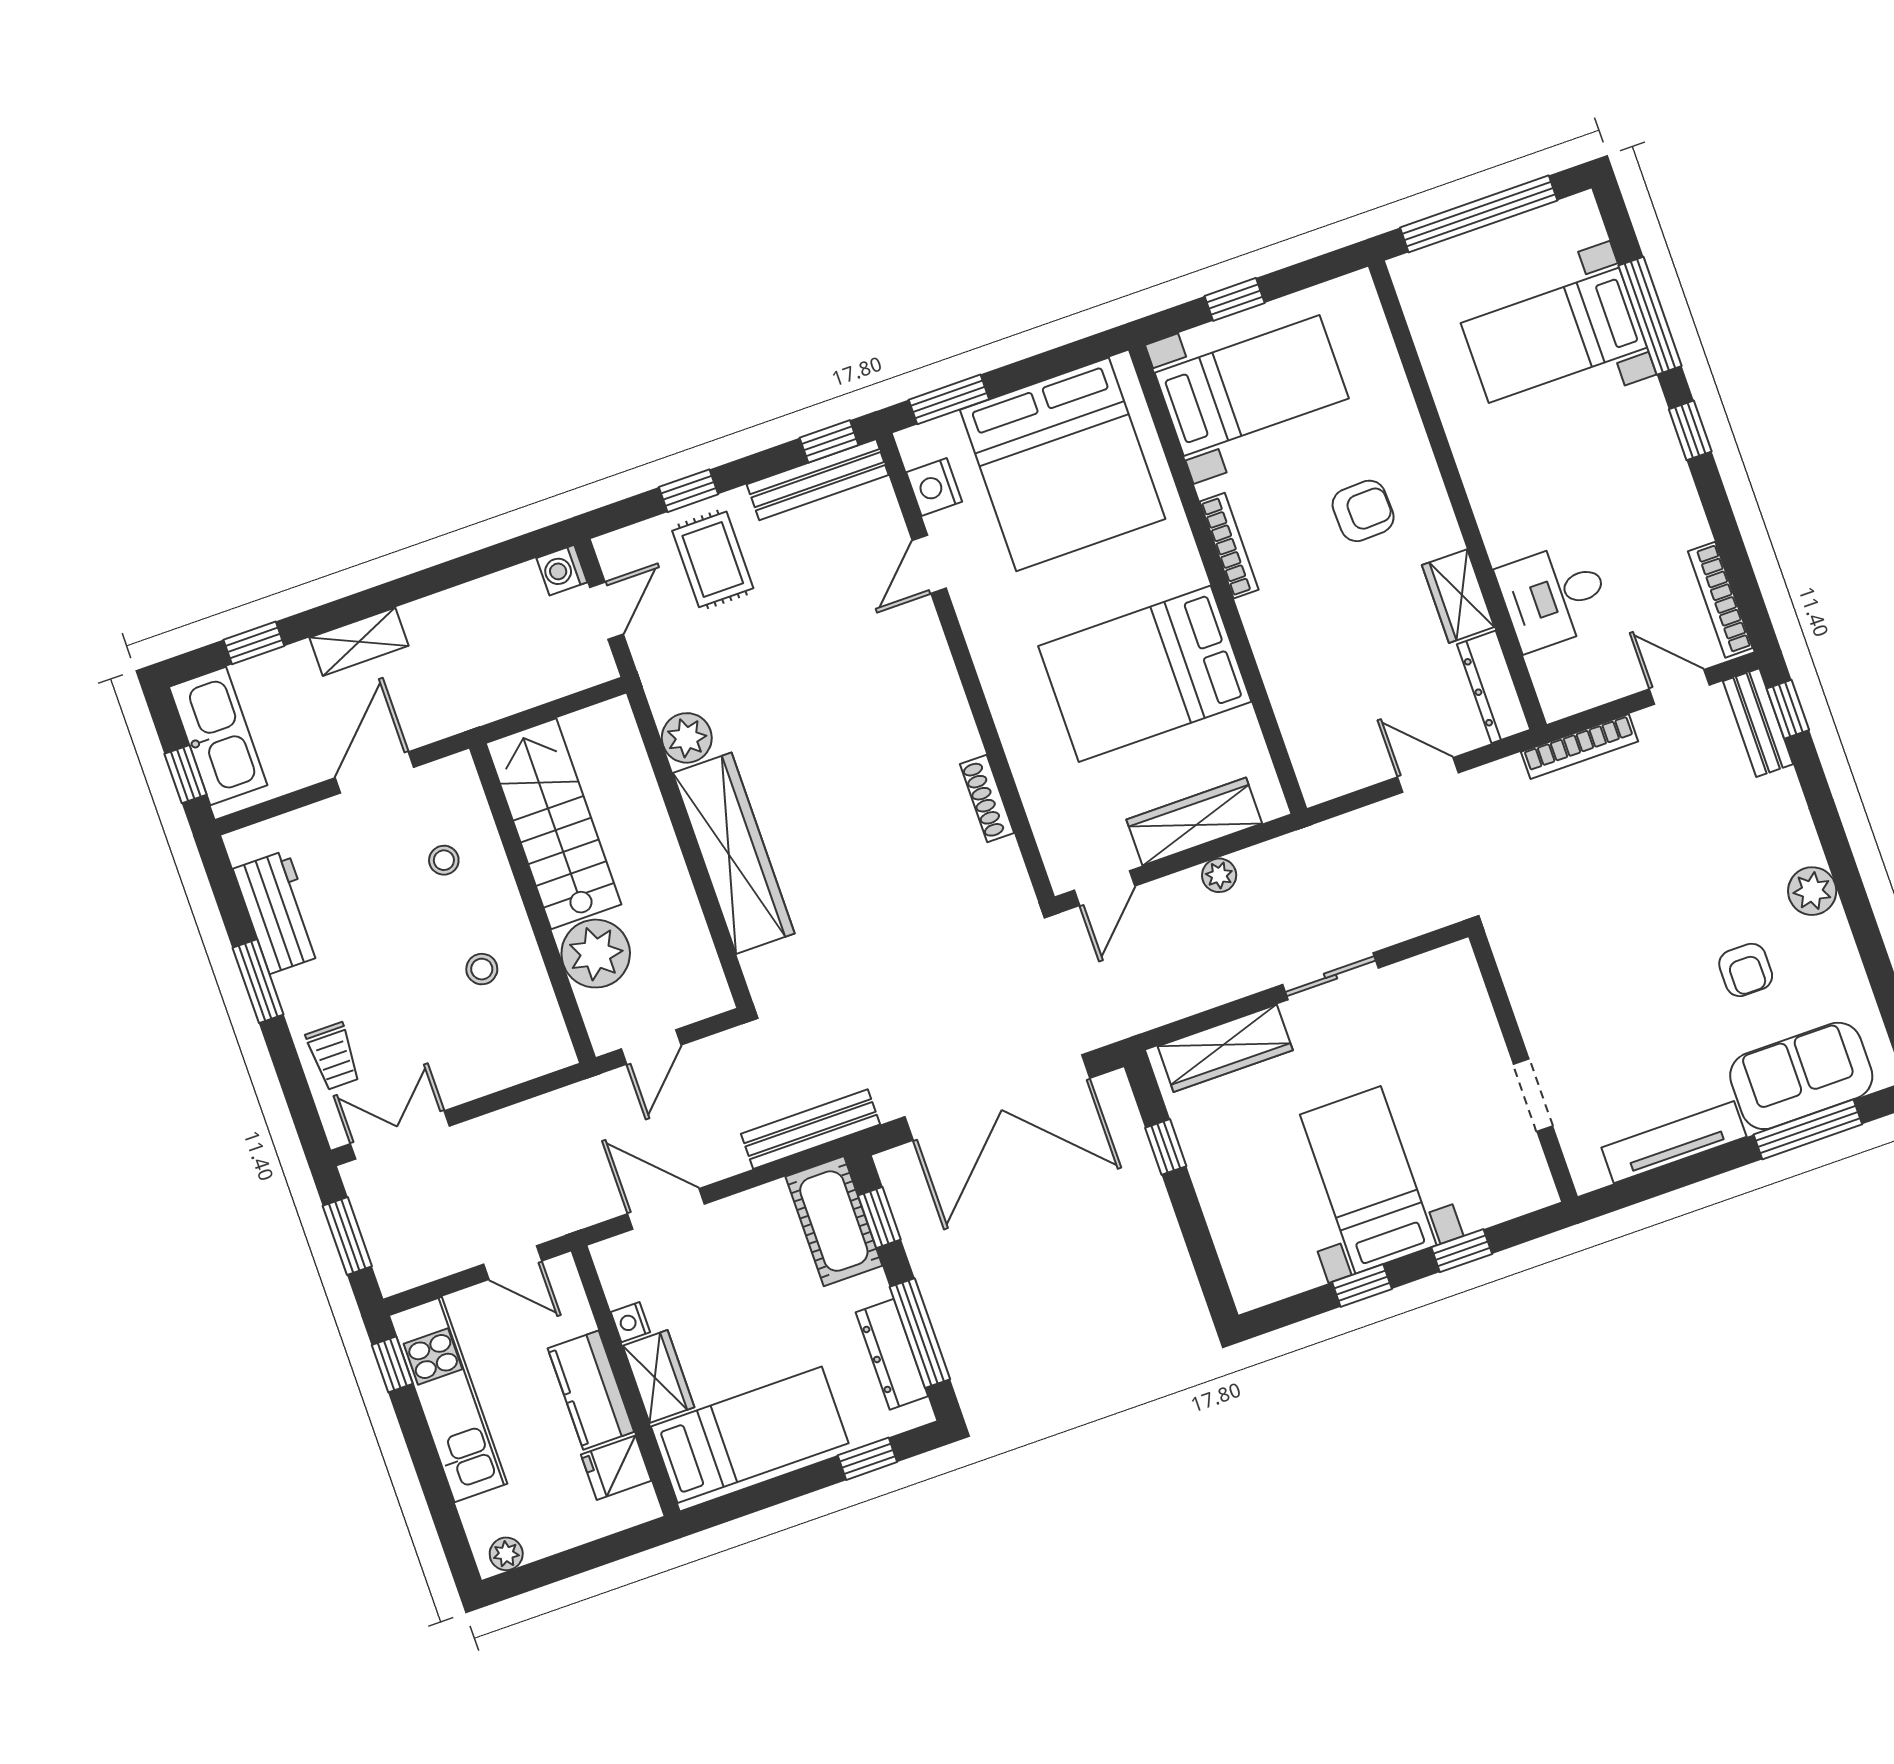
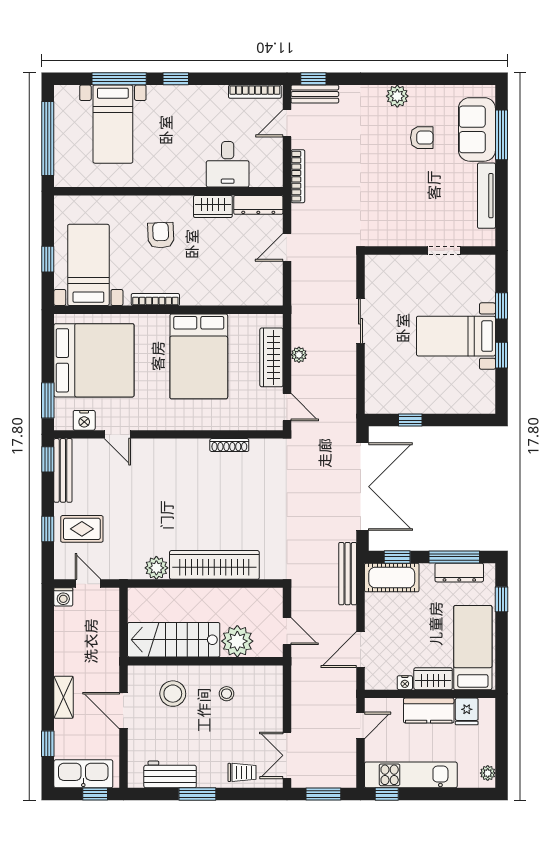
stool: (444, 860) -> (173, 694), width x1.89, depth x1.89
wardrobe: (1225, 1048) -> (376, 379), removed

